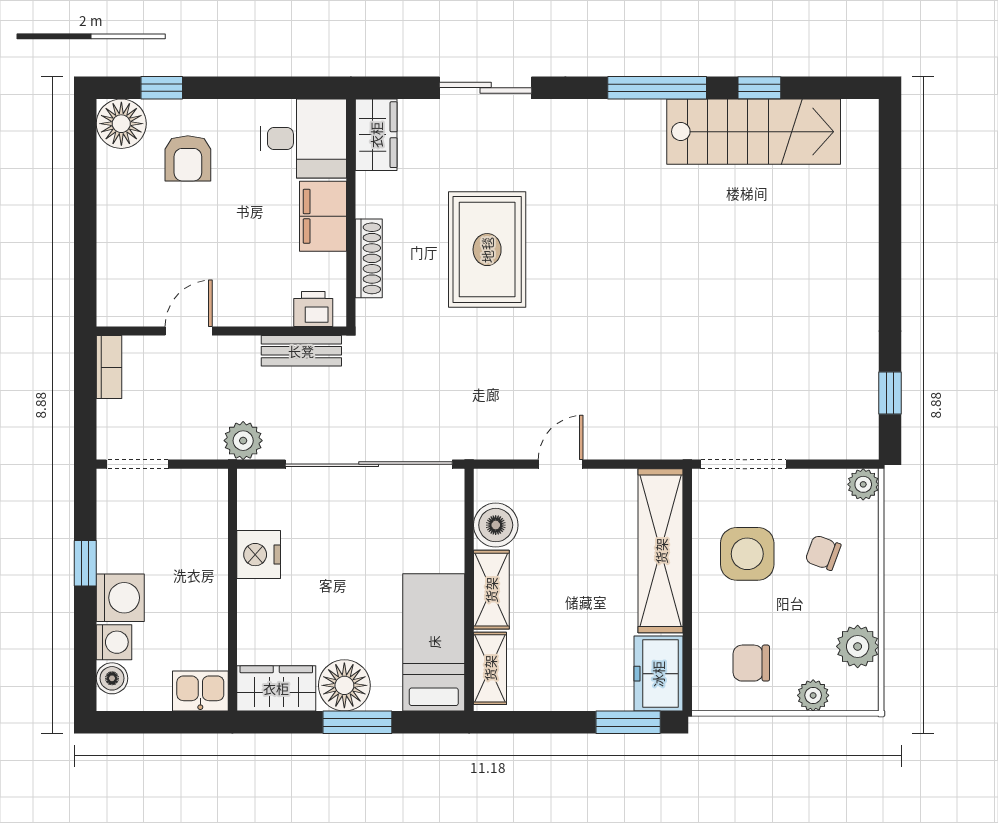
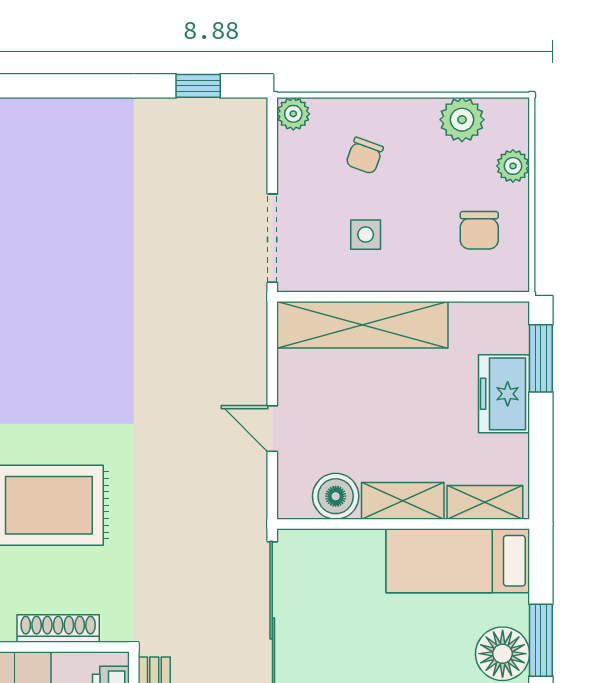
side table: (747, 554) -> (366, 235), width x0.54, depth x0.54
freezer: (658, 674) -> (504, 394), moved, turned 90

